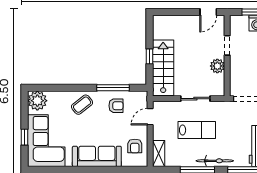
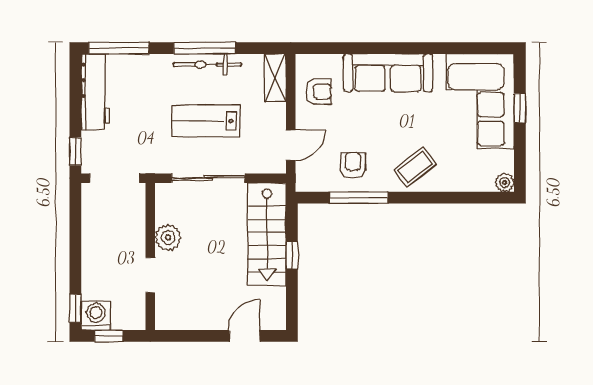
door: (208, 12) -> (244, 336), moved
sliding door: (195, 99) -> (208, 178), width x1.37
plant: (37, 101) -> (505, 183), width x0.53, depth x0.53
armchair: (116, 106) -> (353, 165), turned 90
armchair: (135, 146) -> (319, 92), turned 90
bicycle: (215, 161) -> (207, 65), moved

